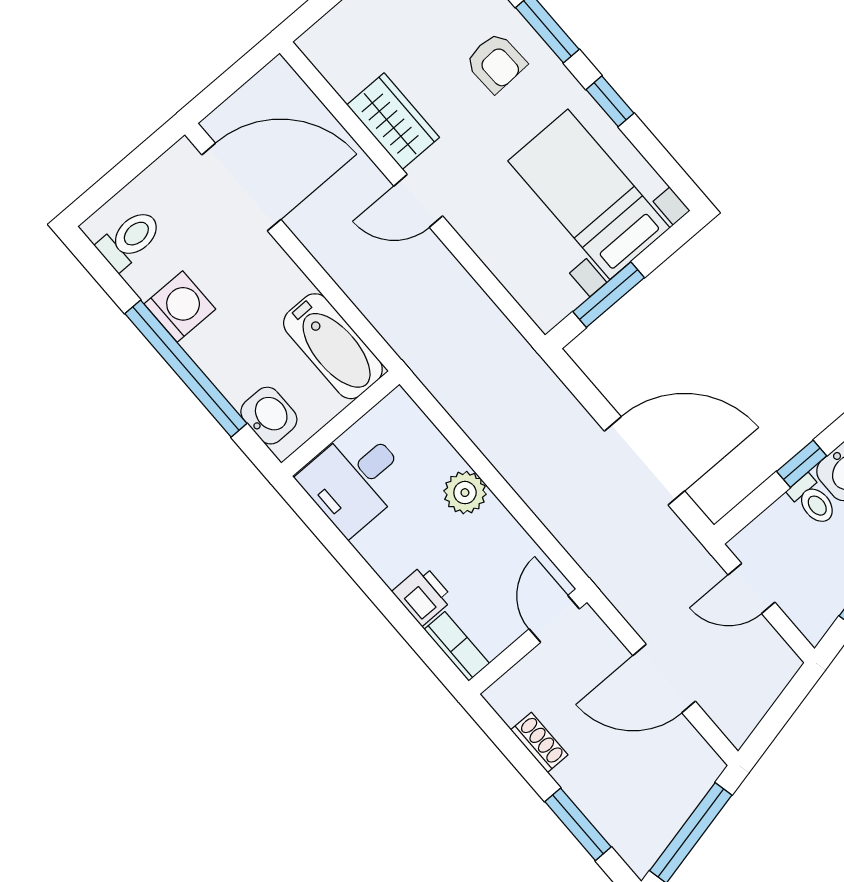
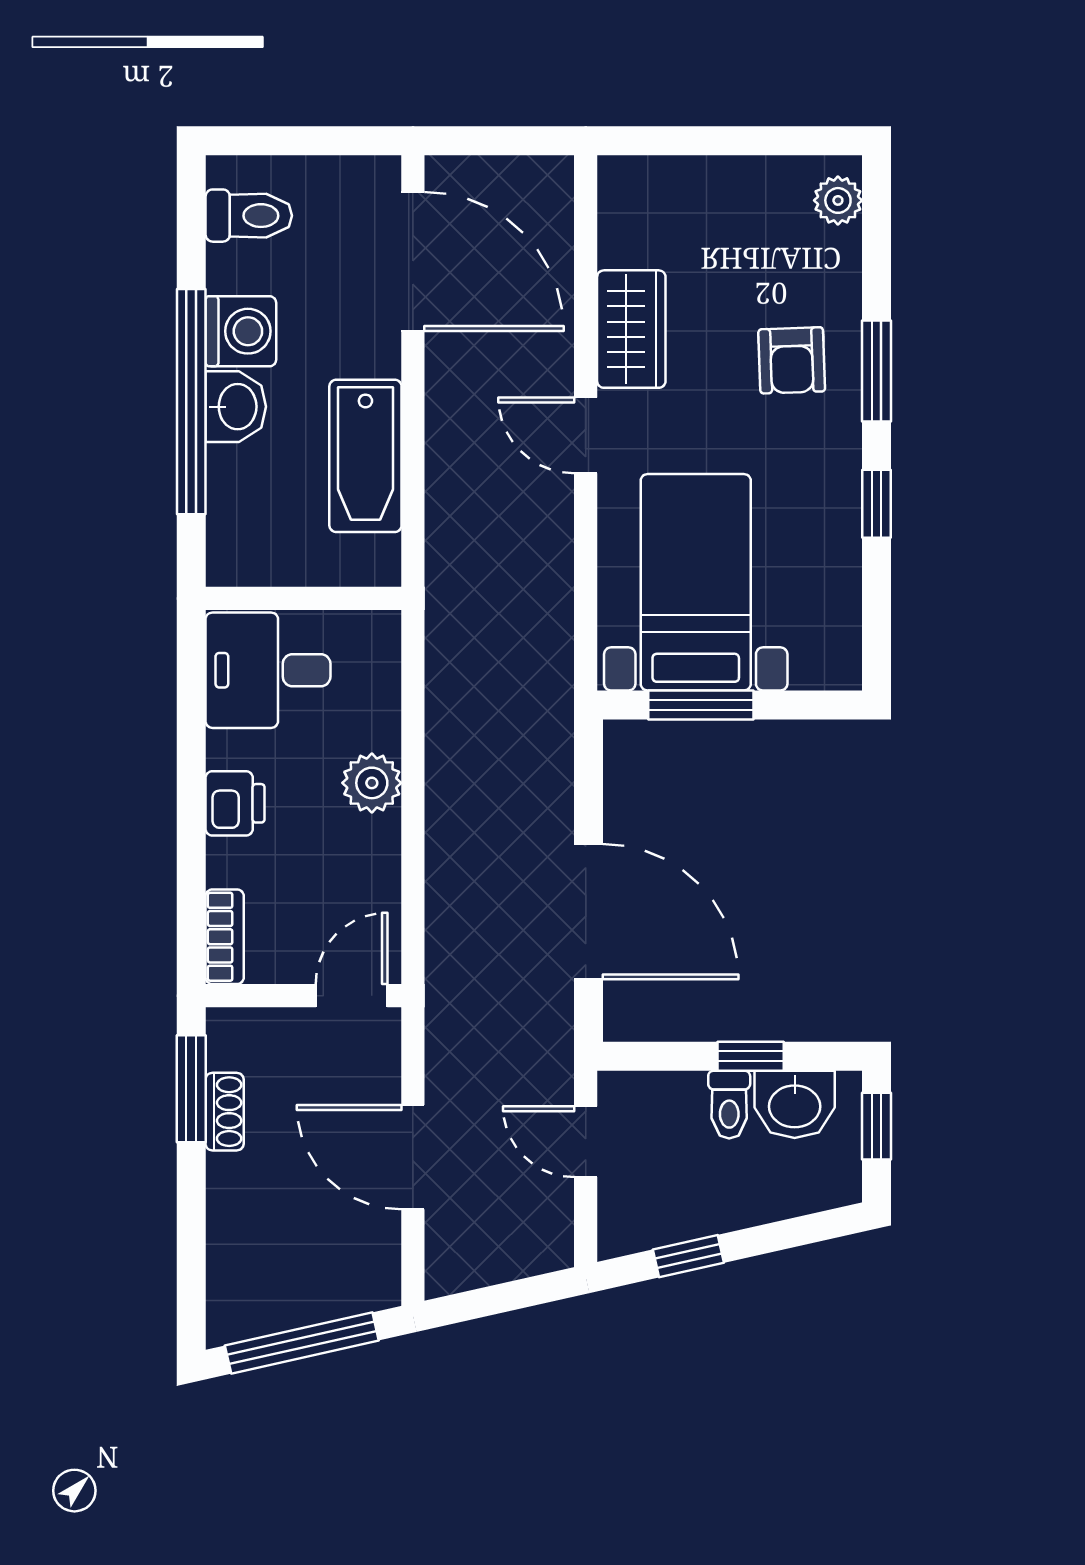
bed with nightstands: (589, 194) -> (696, 582), moved
bathtub: (333, 346) -> (365, 456), moved
washbasin: (269, 416) -> (236, 407), moved
printer: (423, 595) -> (235, 803), moved
window: (578, 824) -> (191, 1089), moved

